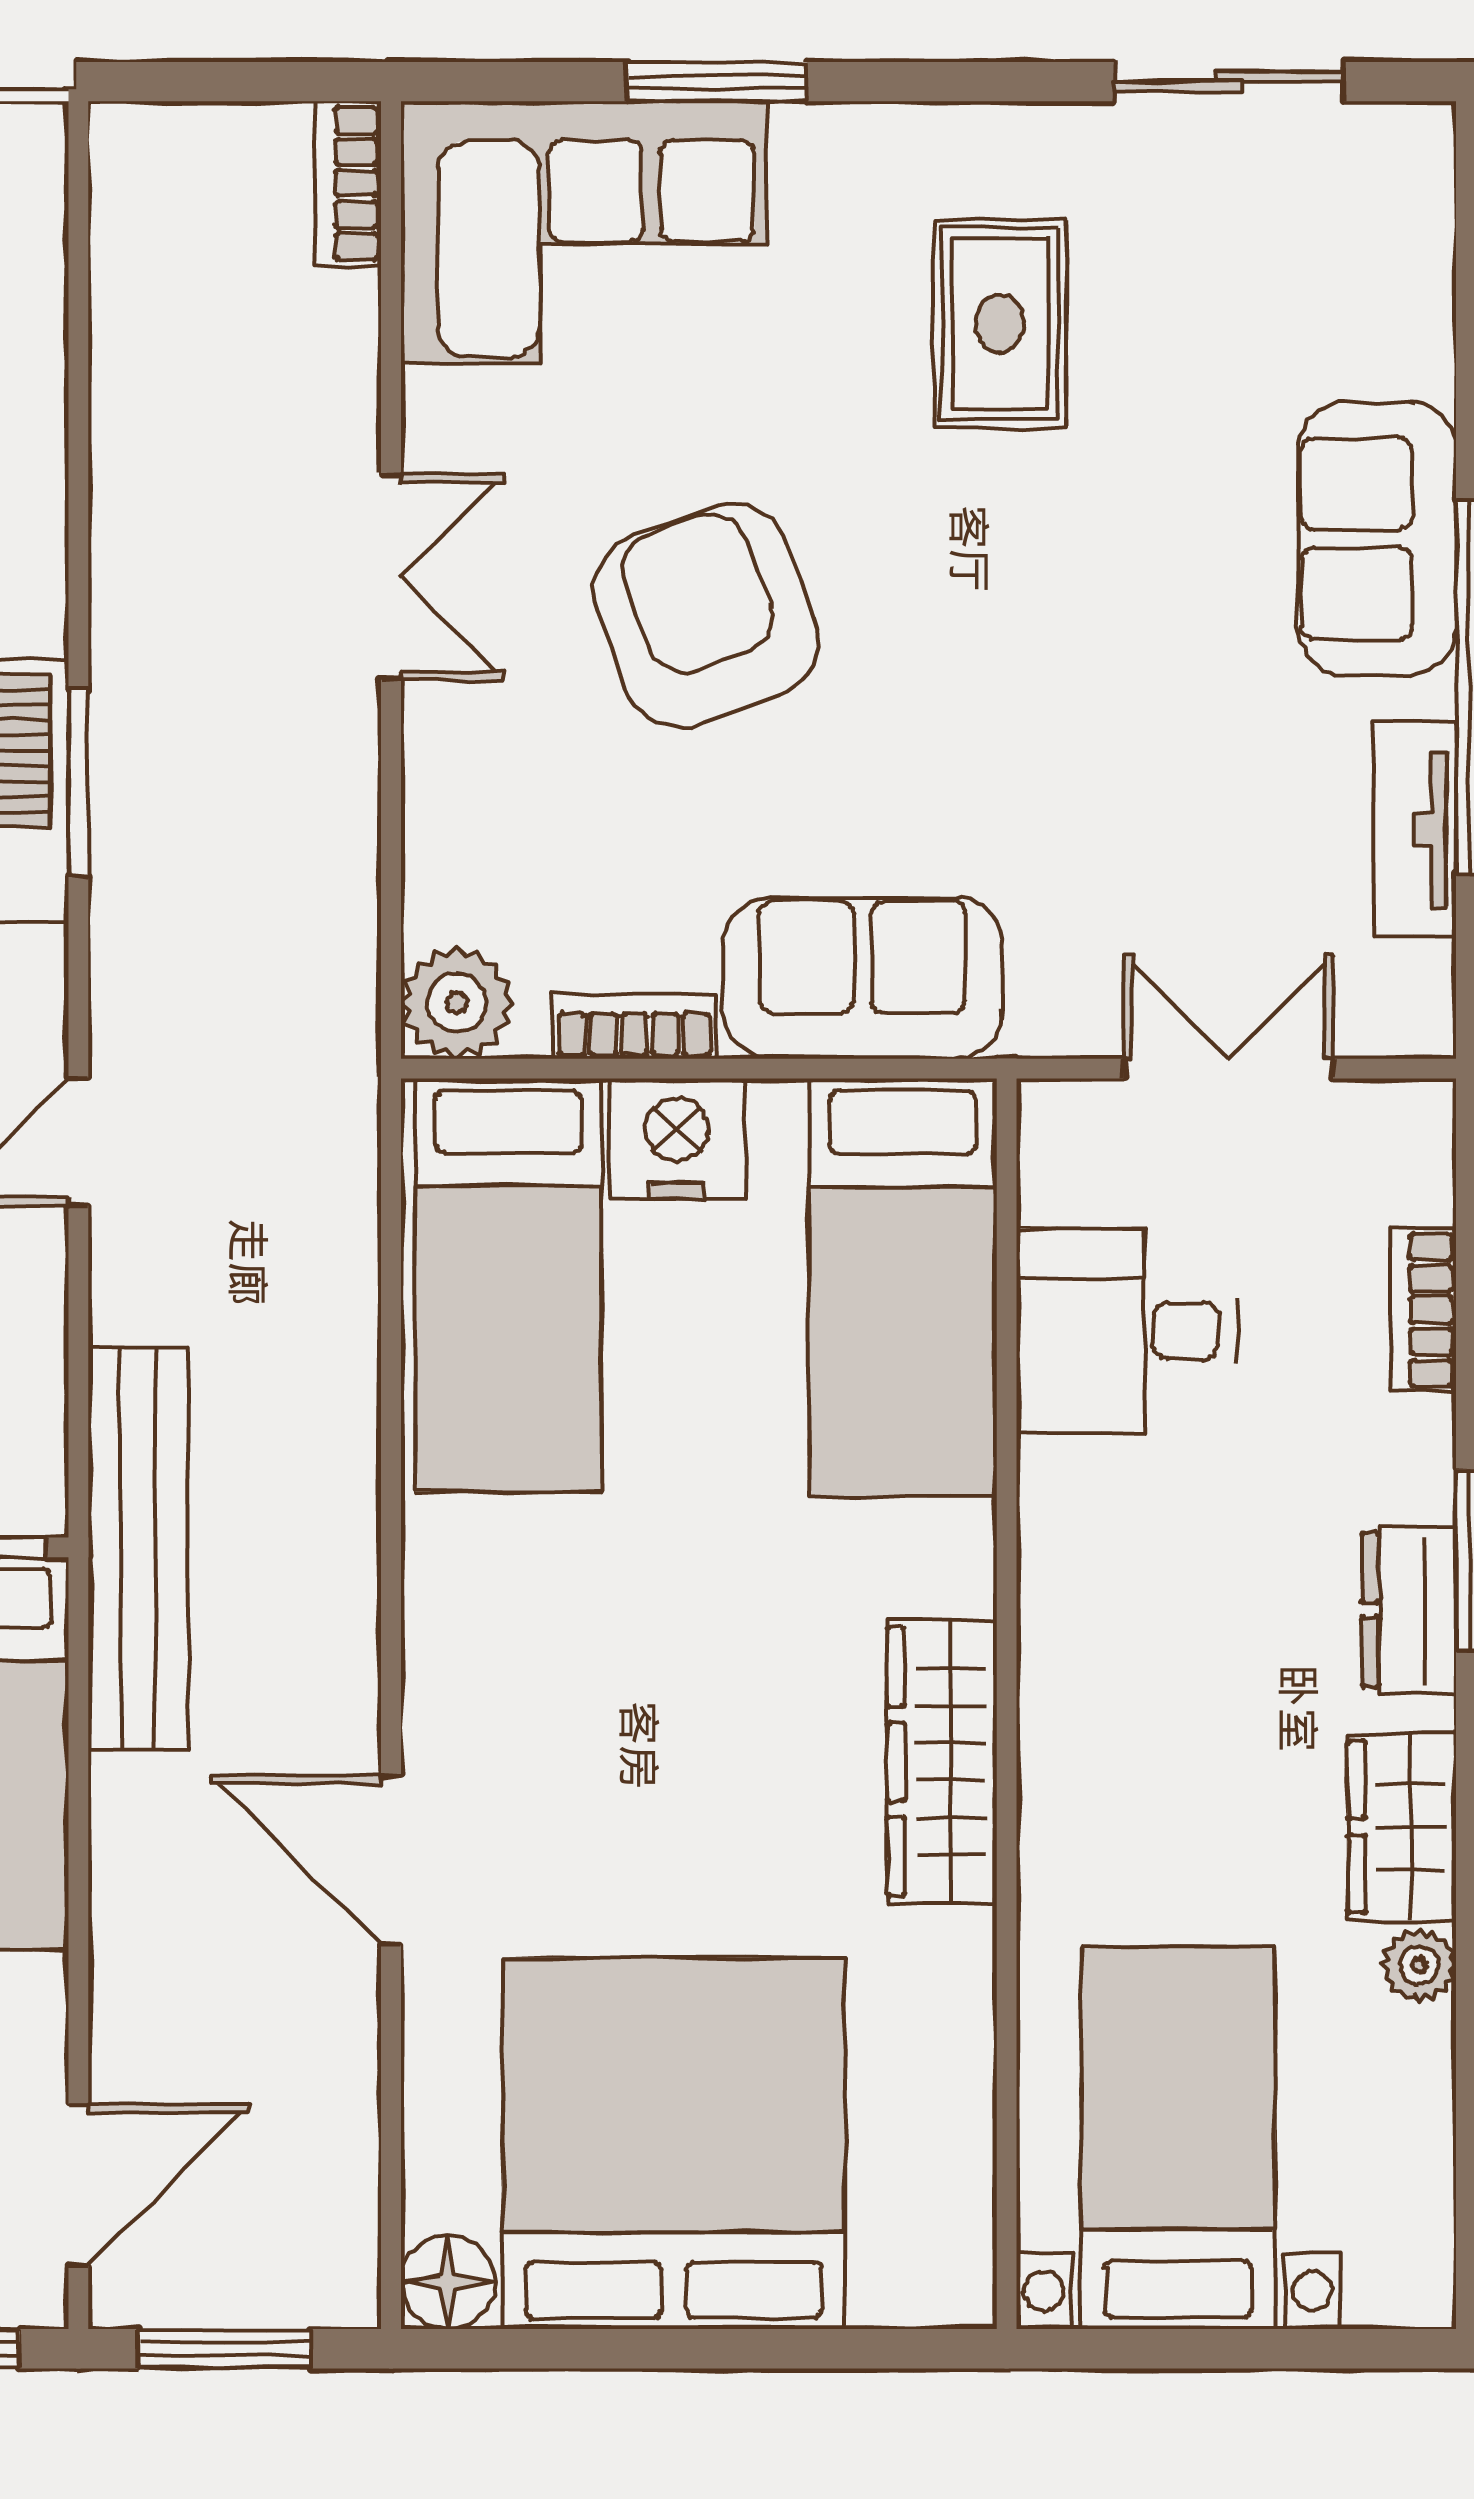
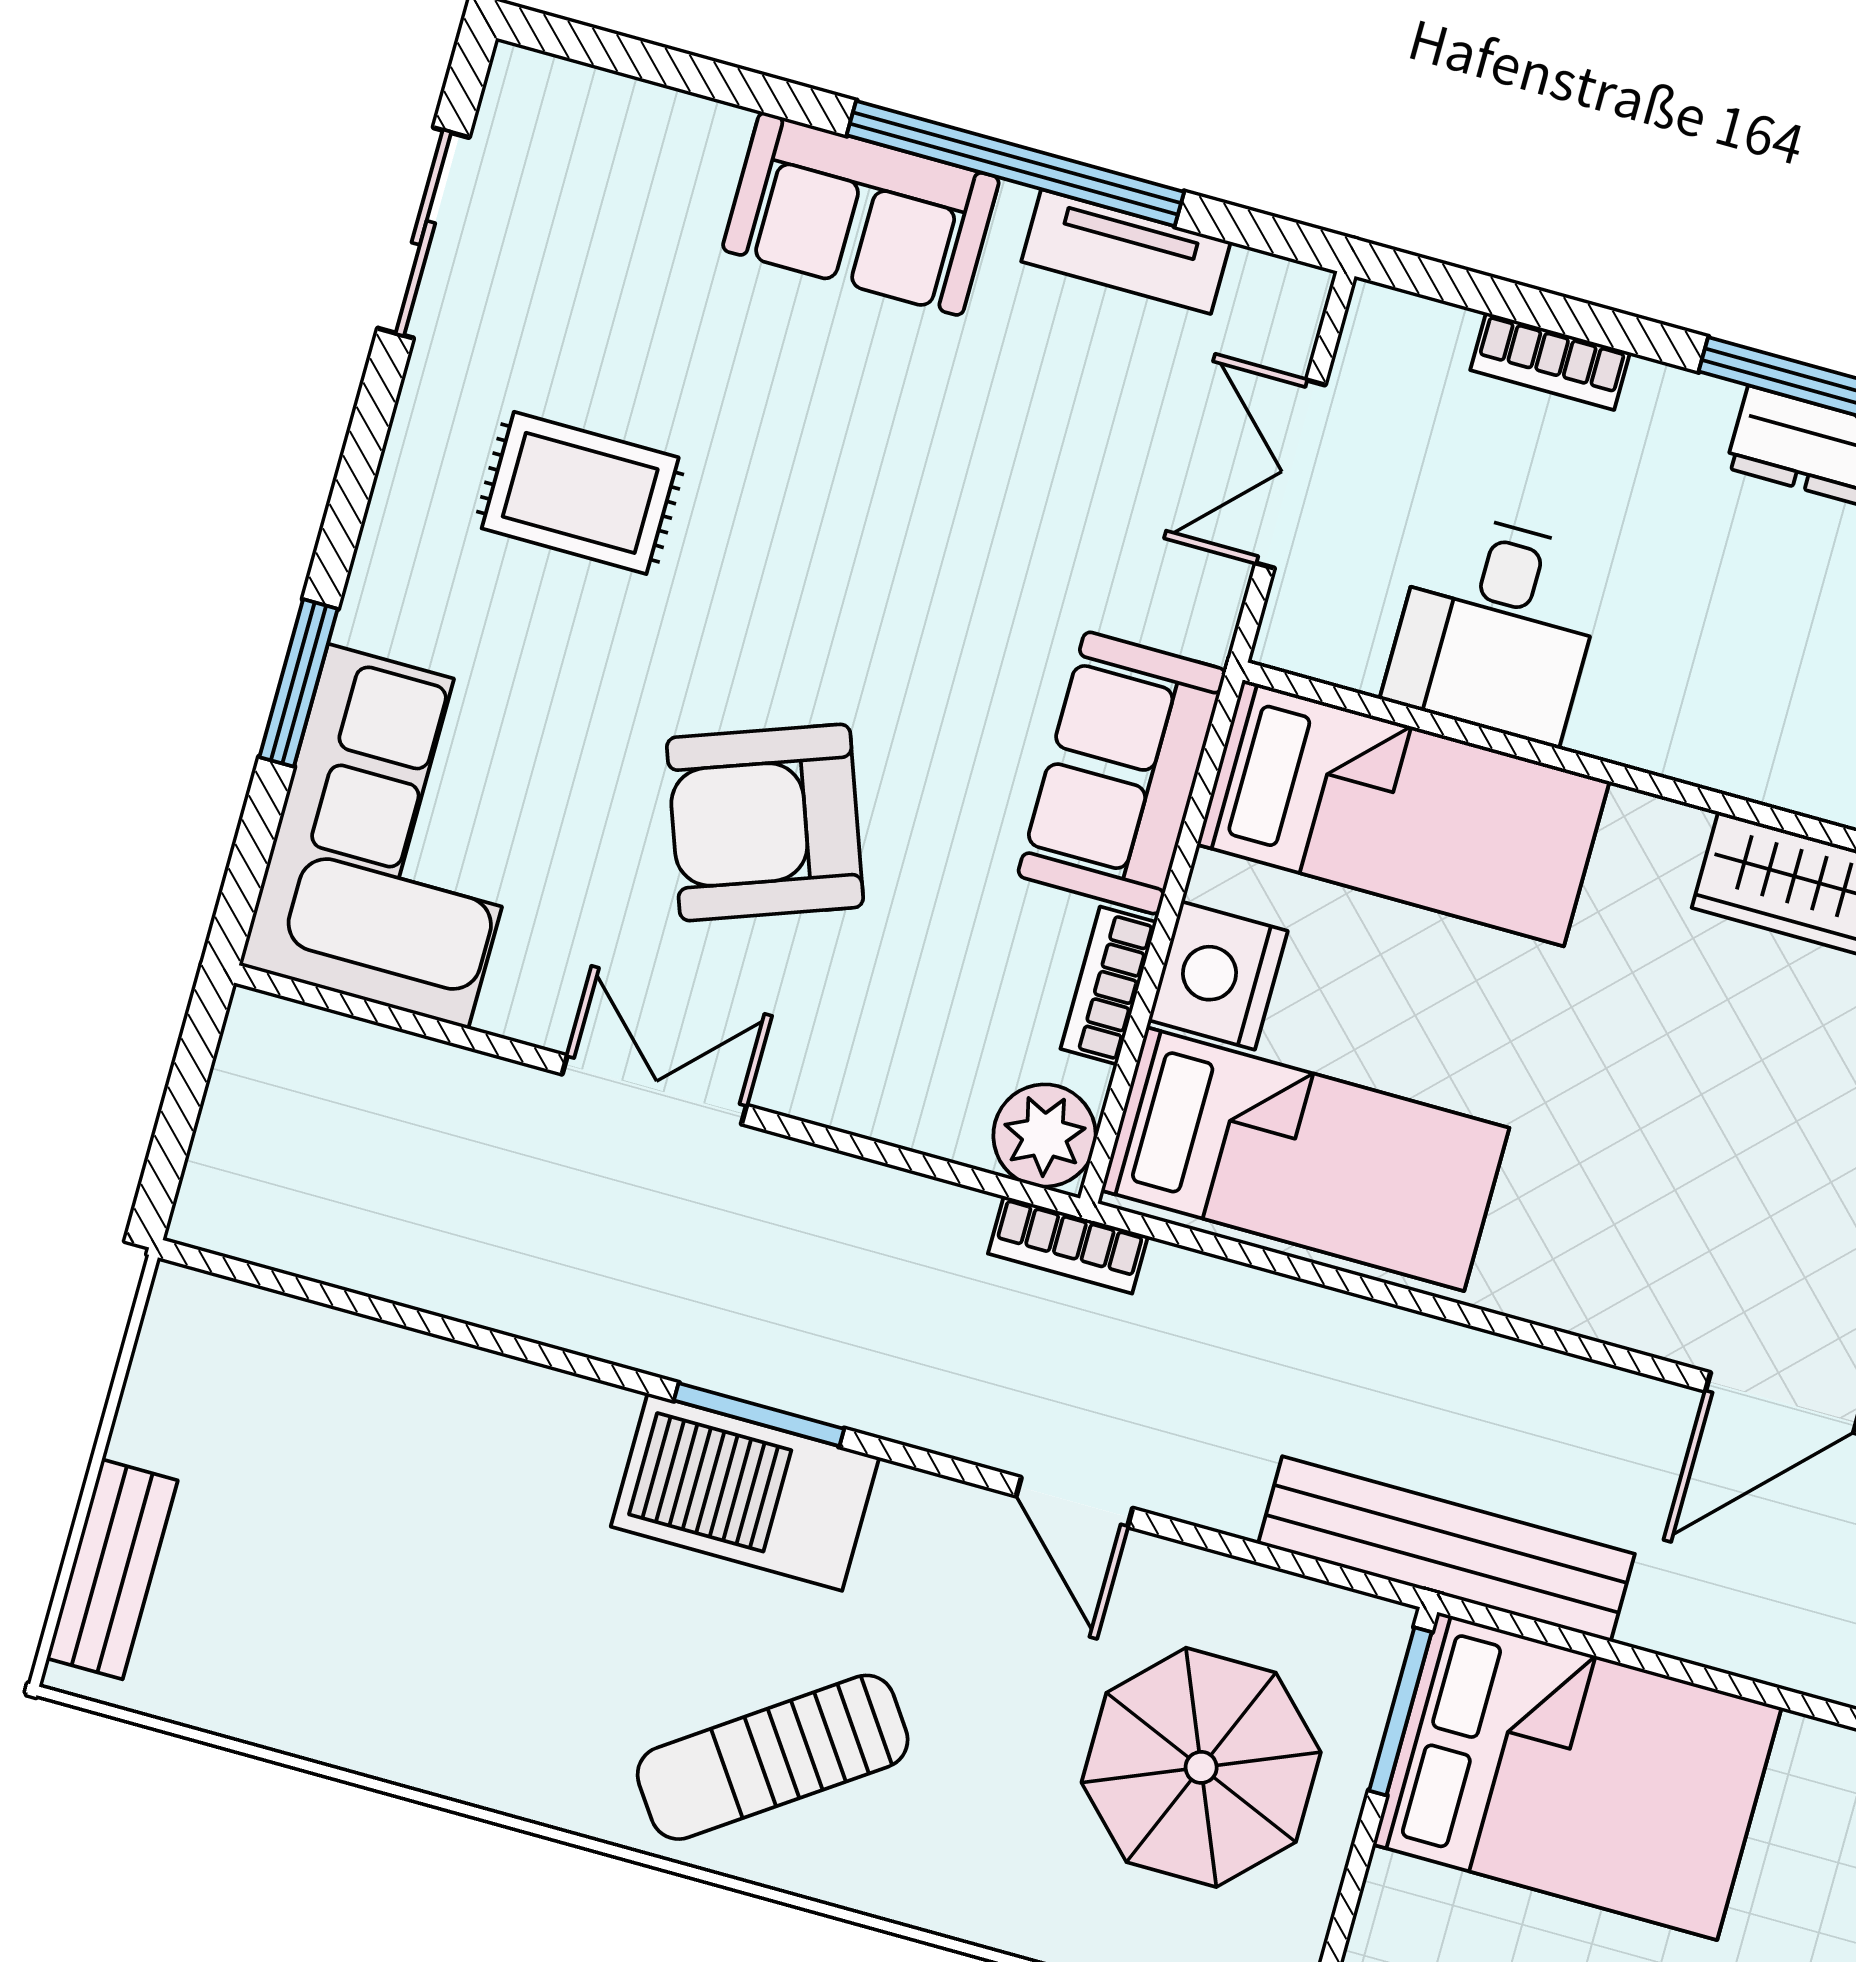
bookcase: (348, 183) -> (1068, 1245), moved

